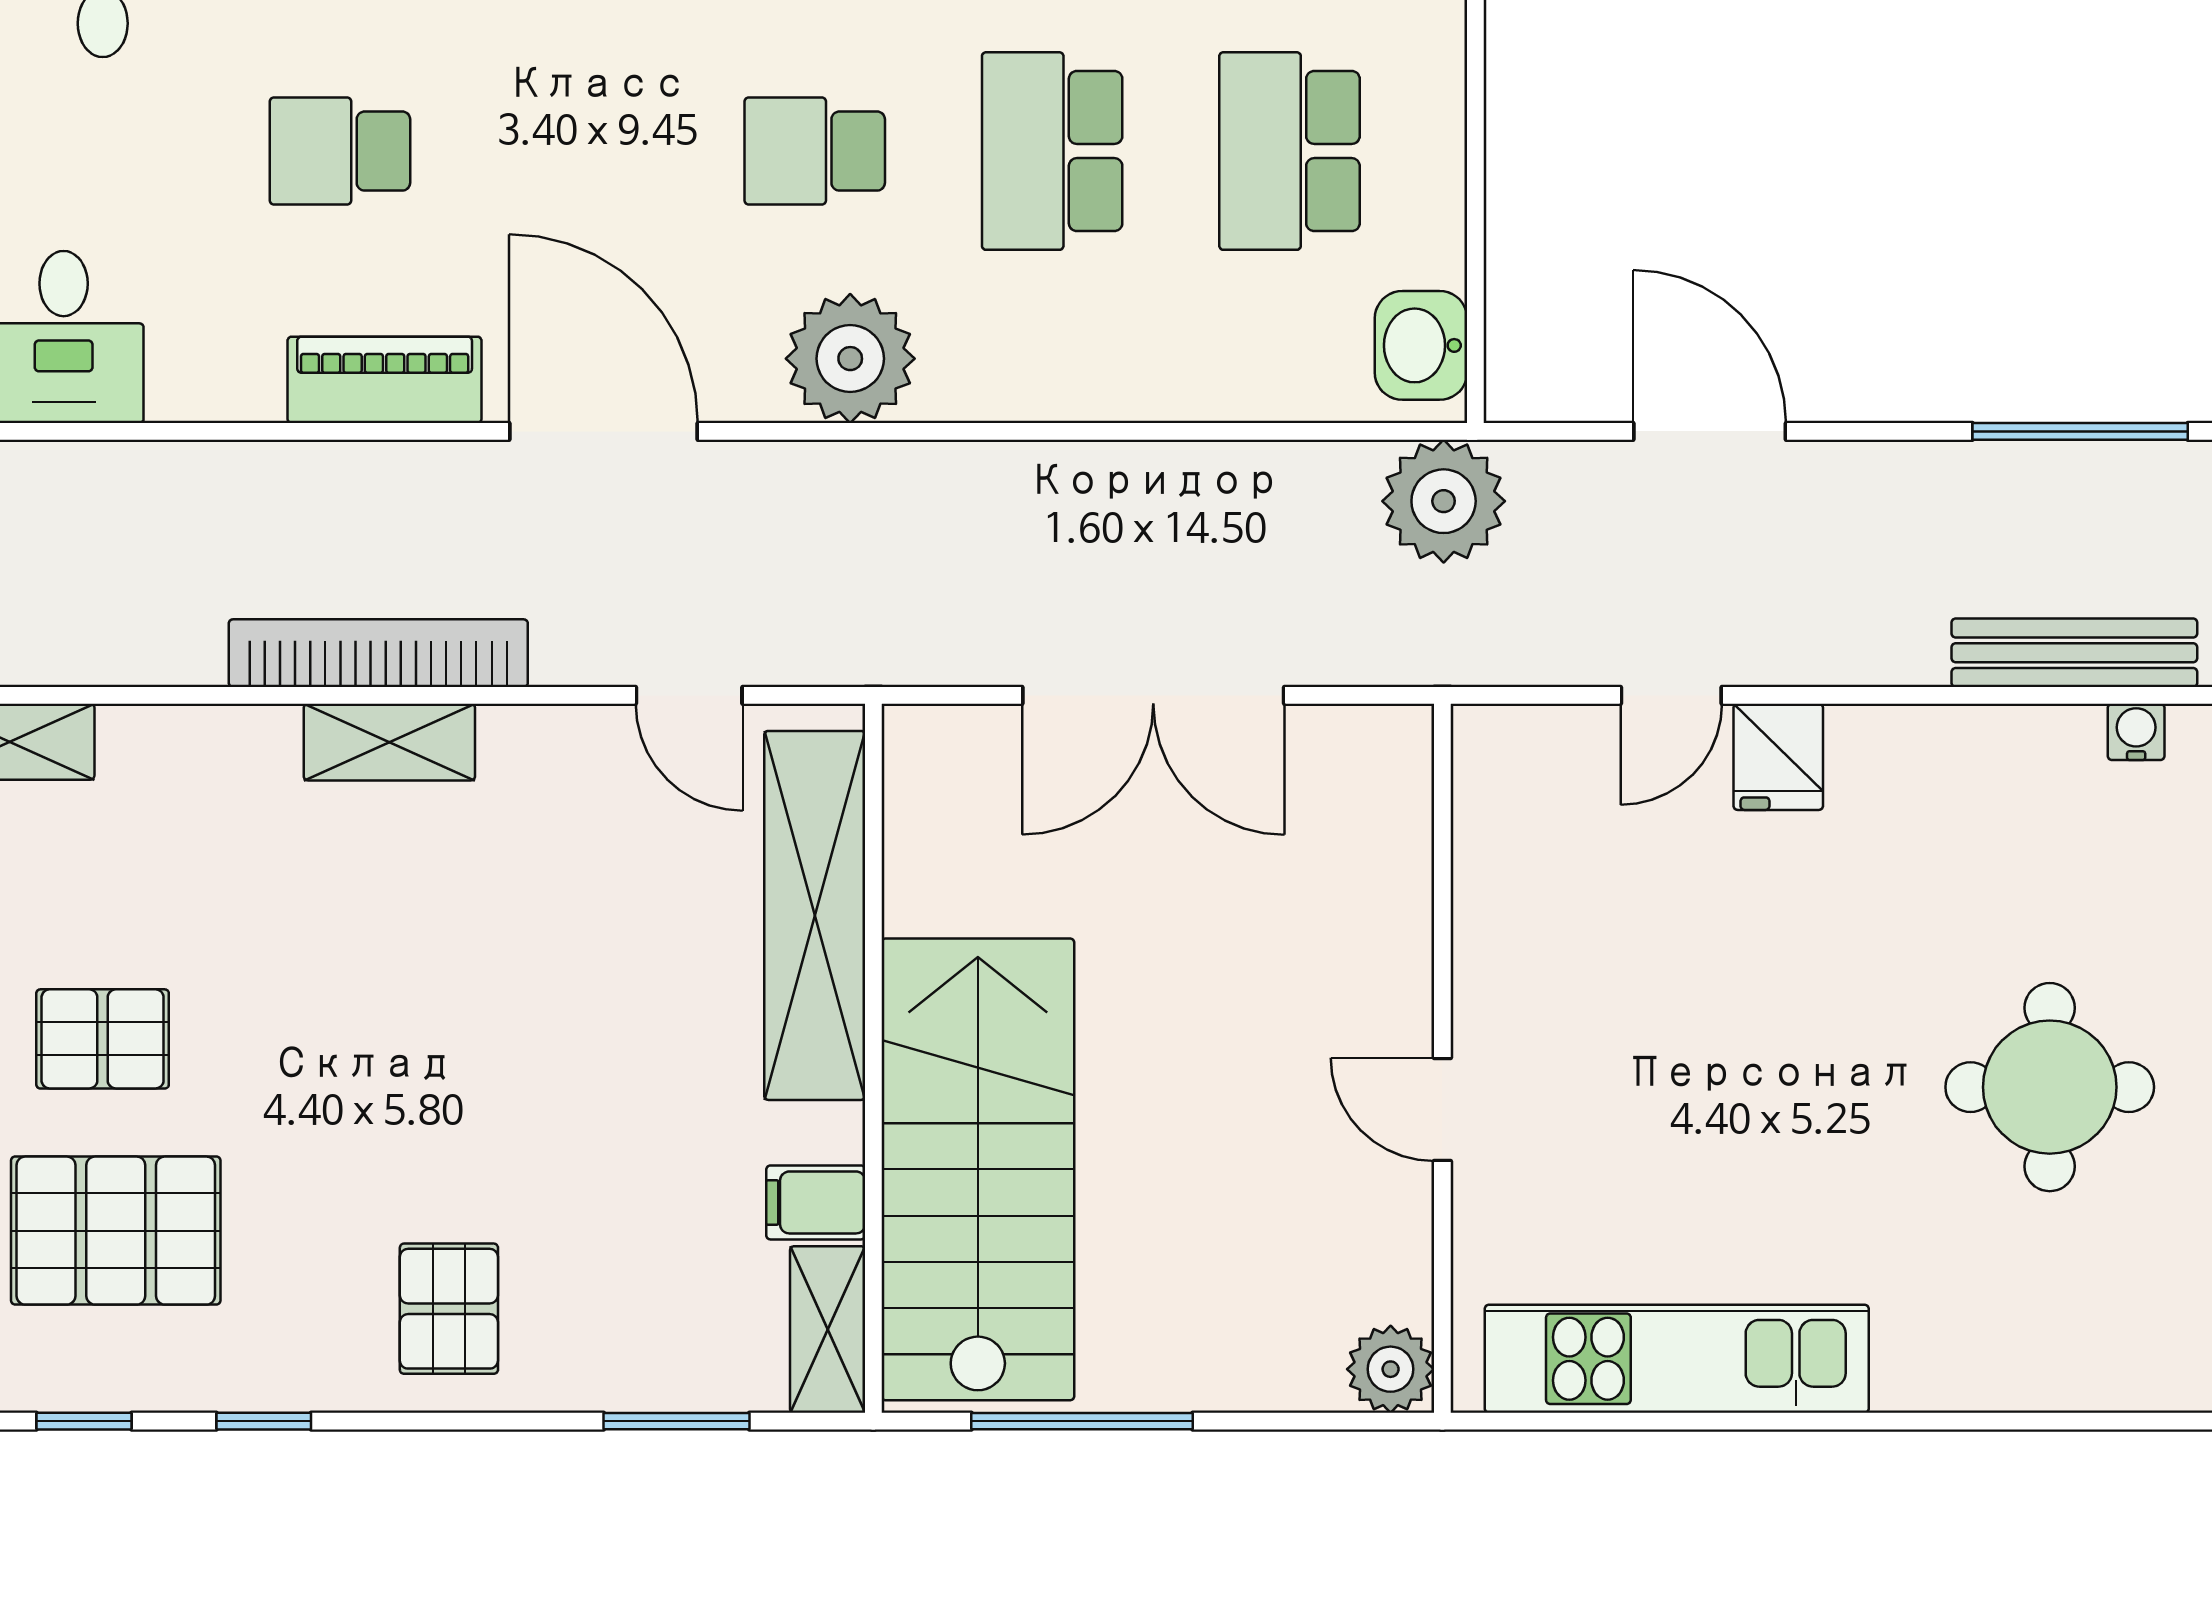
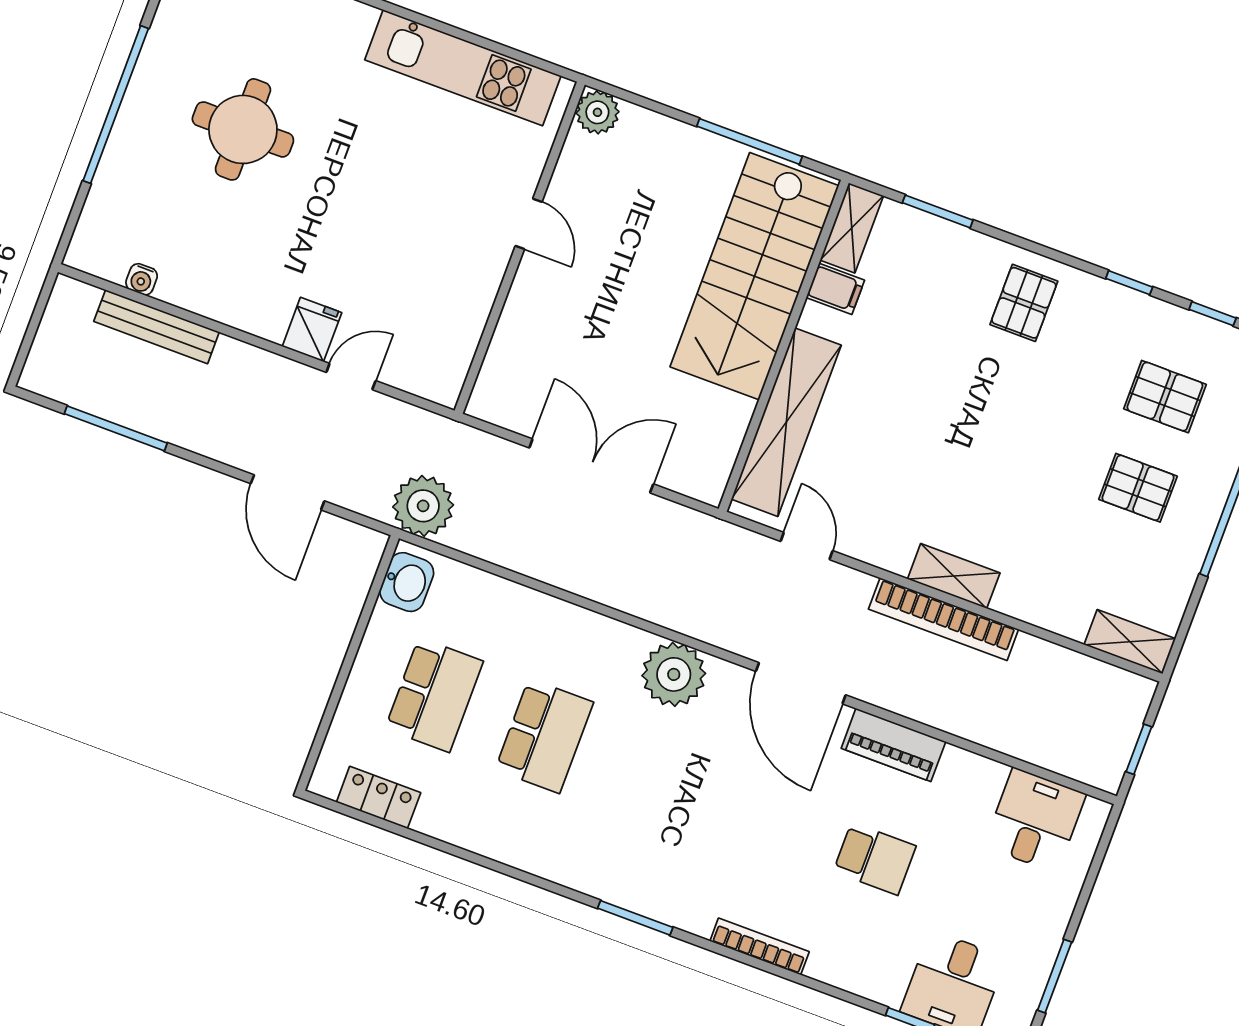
school desk: (815, 151) -> (654, 777), removed
pallet: (116, 1231) -> (1165, 397), width x0.67, depth x0.71

